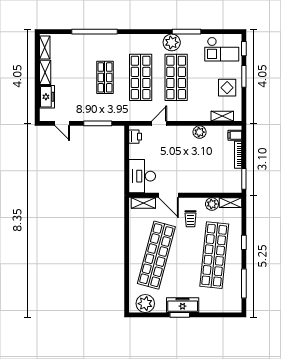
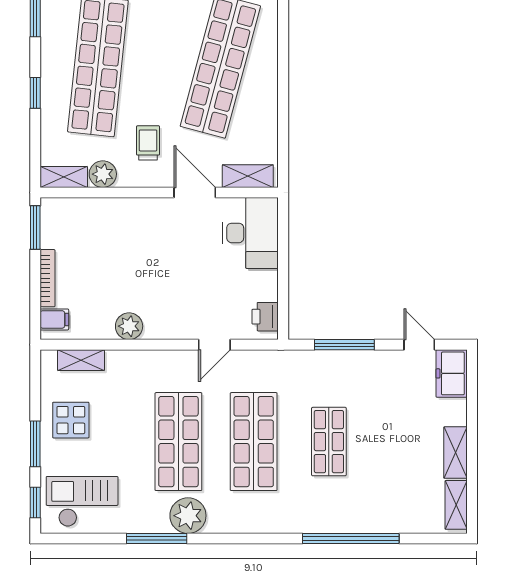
freezer: (47, 97) -> (452, 373), moved

